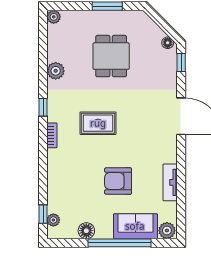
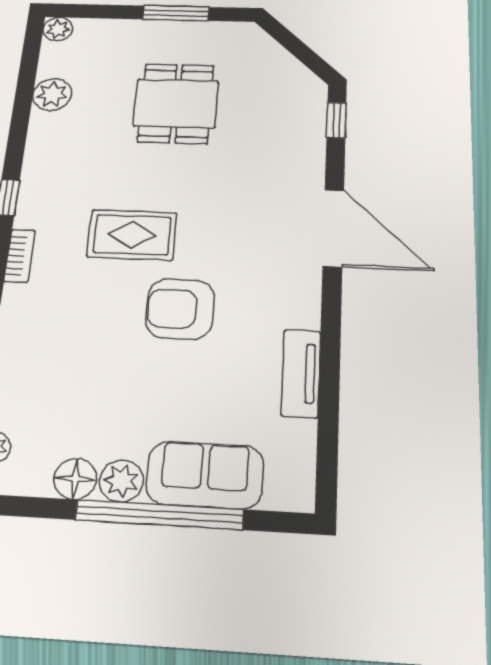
floor lamp: (168, 43) -> (306, 82), removed
plant: (56, 71) -> (52, 94), moved
armchair: (118, 181) -> (180, 309), moved
plant: (167, 231) -> (121, 481), moved

